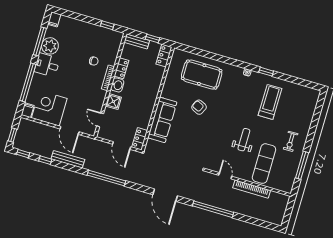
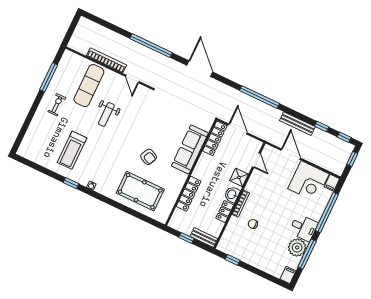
locker: (164, 56) -> (189, 194), moved, width x1.53
locker: (140, 139) -> (215, 138), width x1.53

